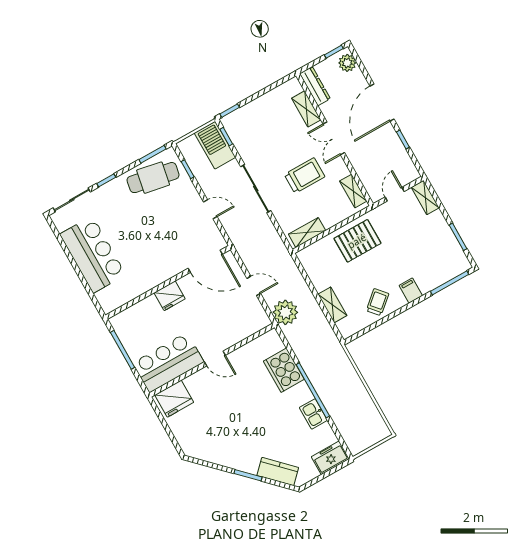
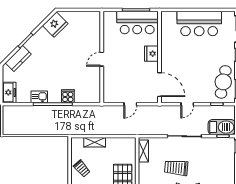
trolley: (305, 176) -> (176, 168), turned 95
door: (205, 261) -> (160, 85), swing flipped
plant: (285, 312) -> (105, 113), removed
bar counter: (168, 363) -> (137, 23), moved, turned 90
cooker: (284, 370) -> (68, 96), width x0.53, depth x0.76
fridge: (174, 399) -> (55, 25), moved, turned -135

